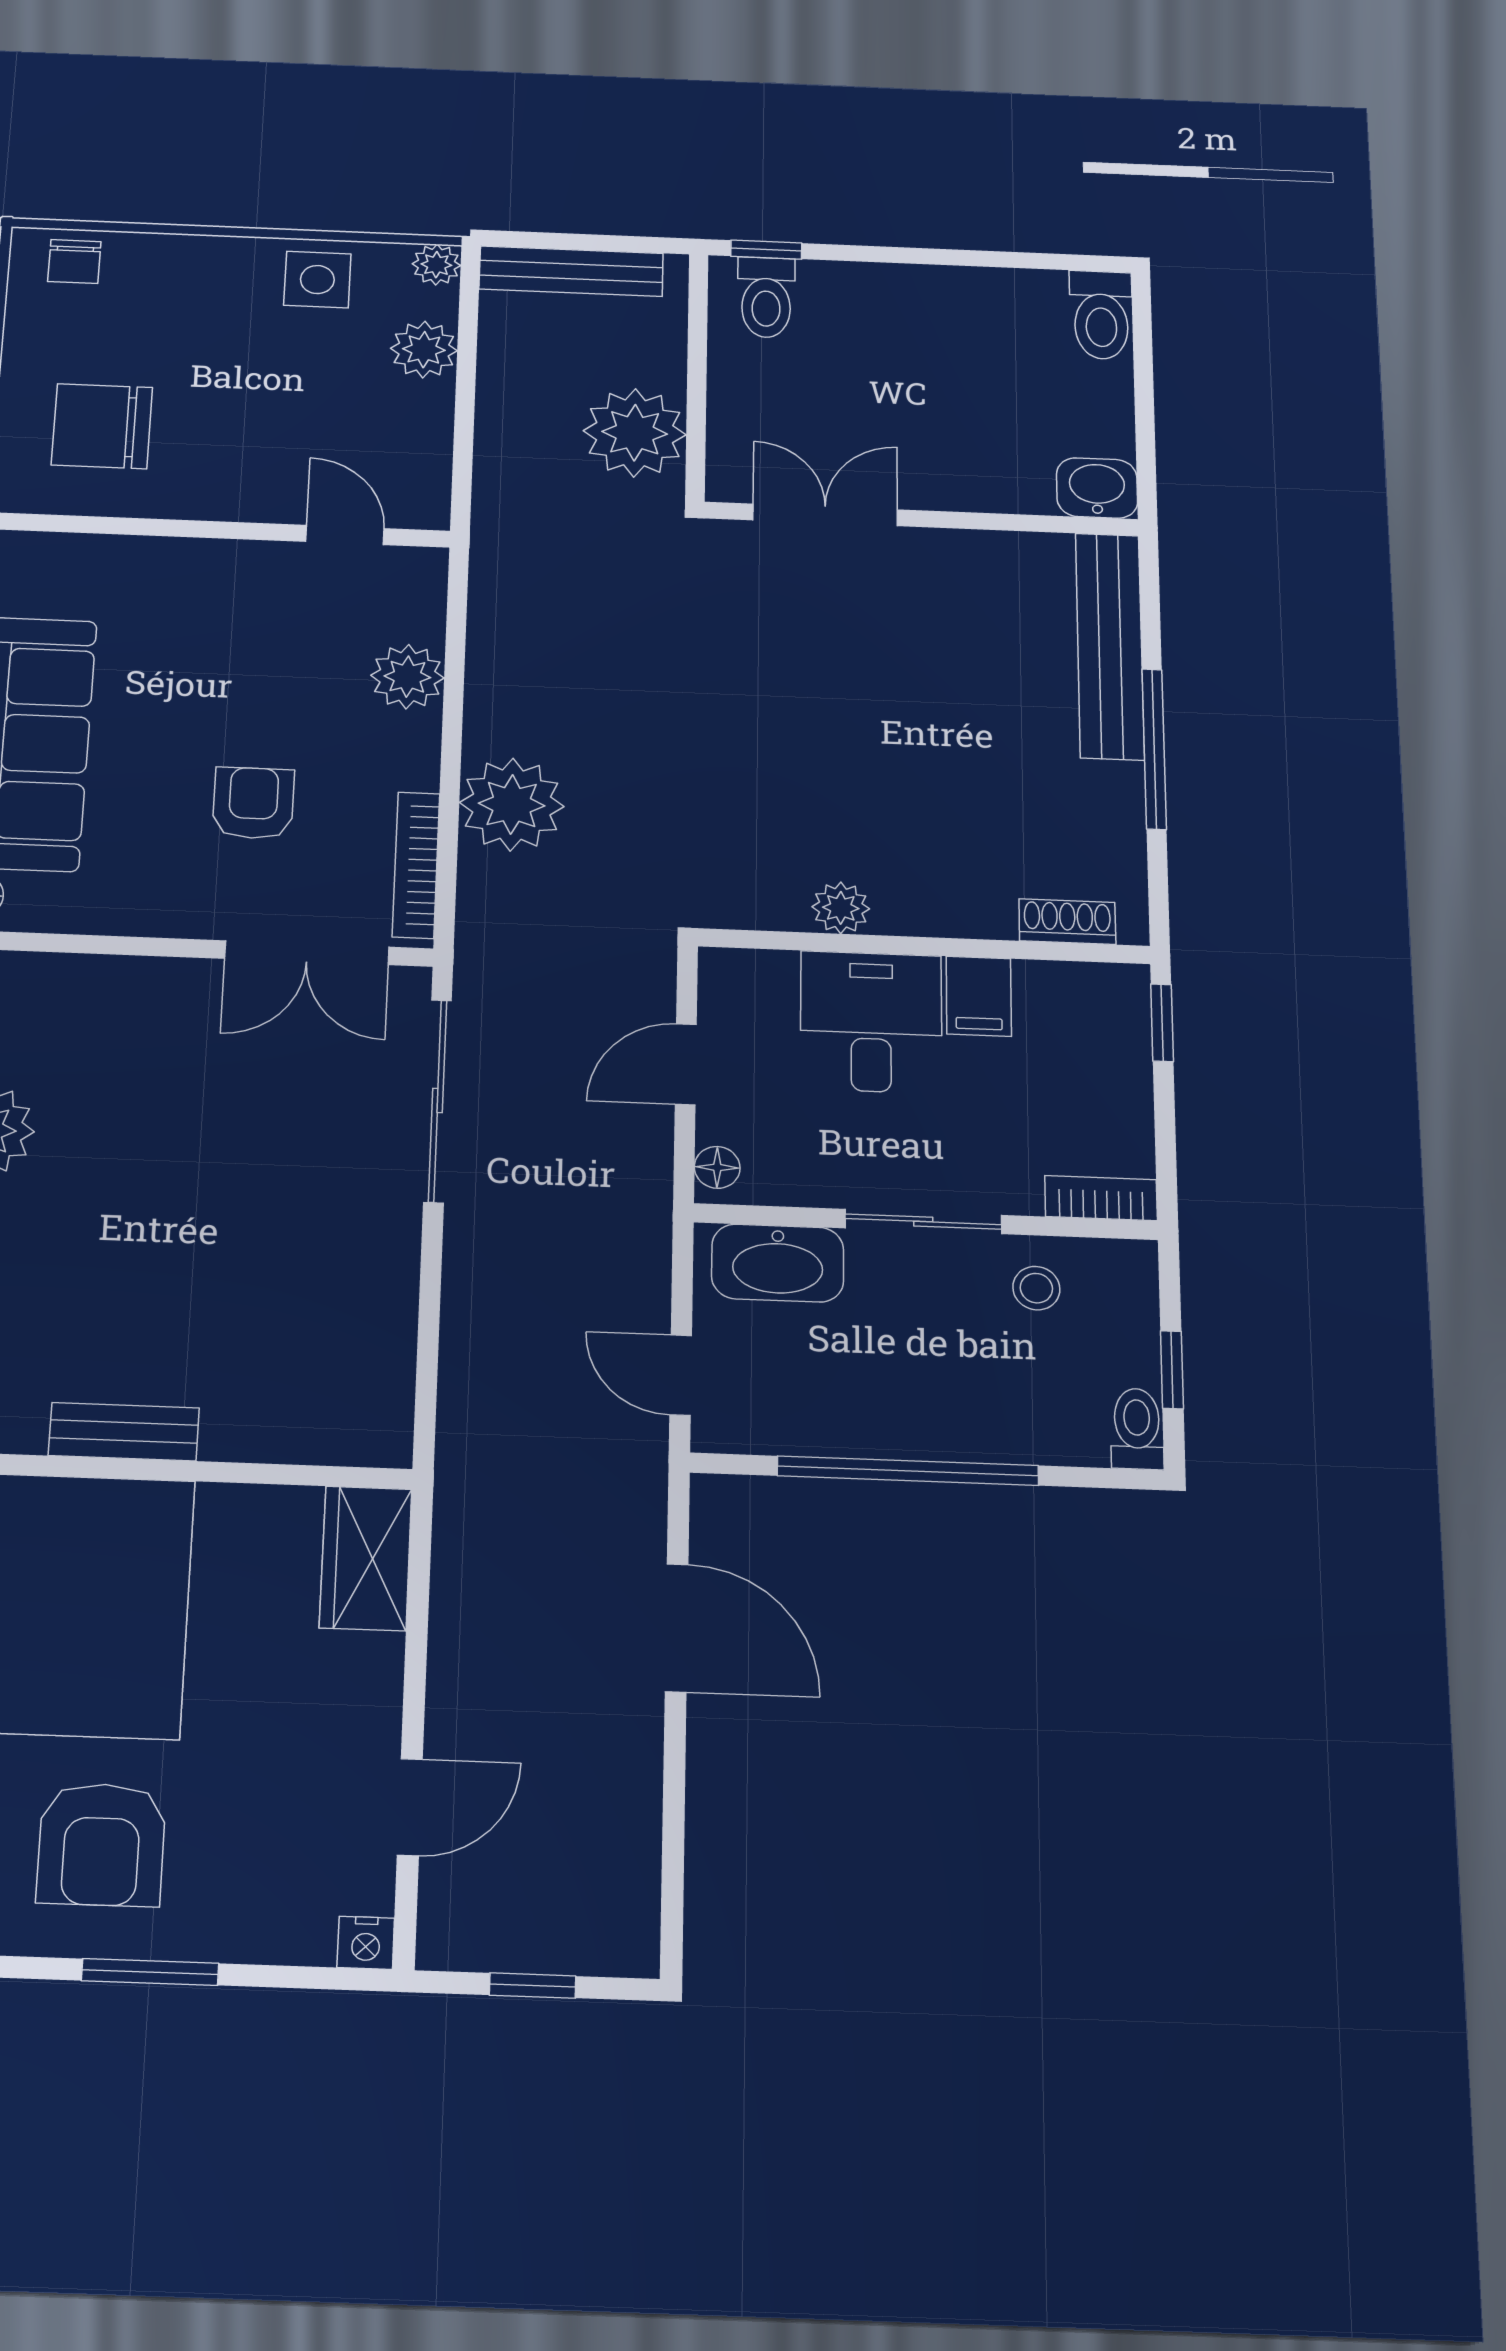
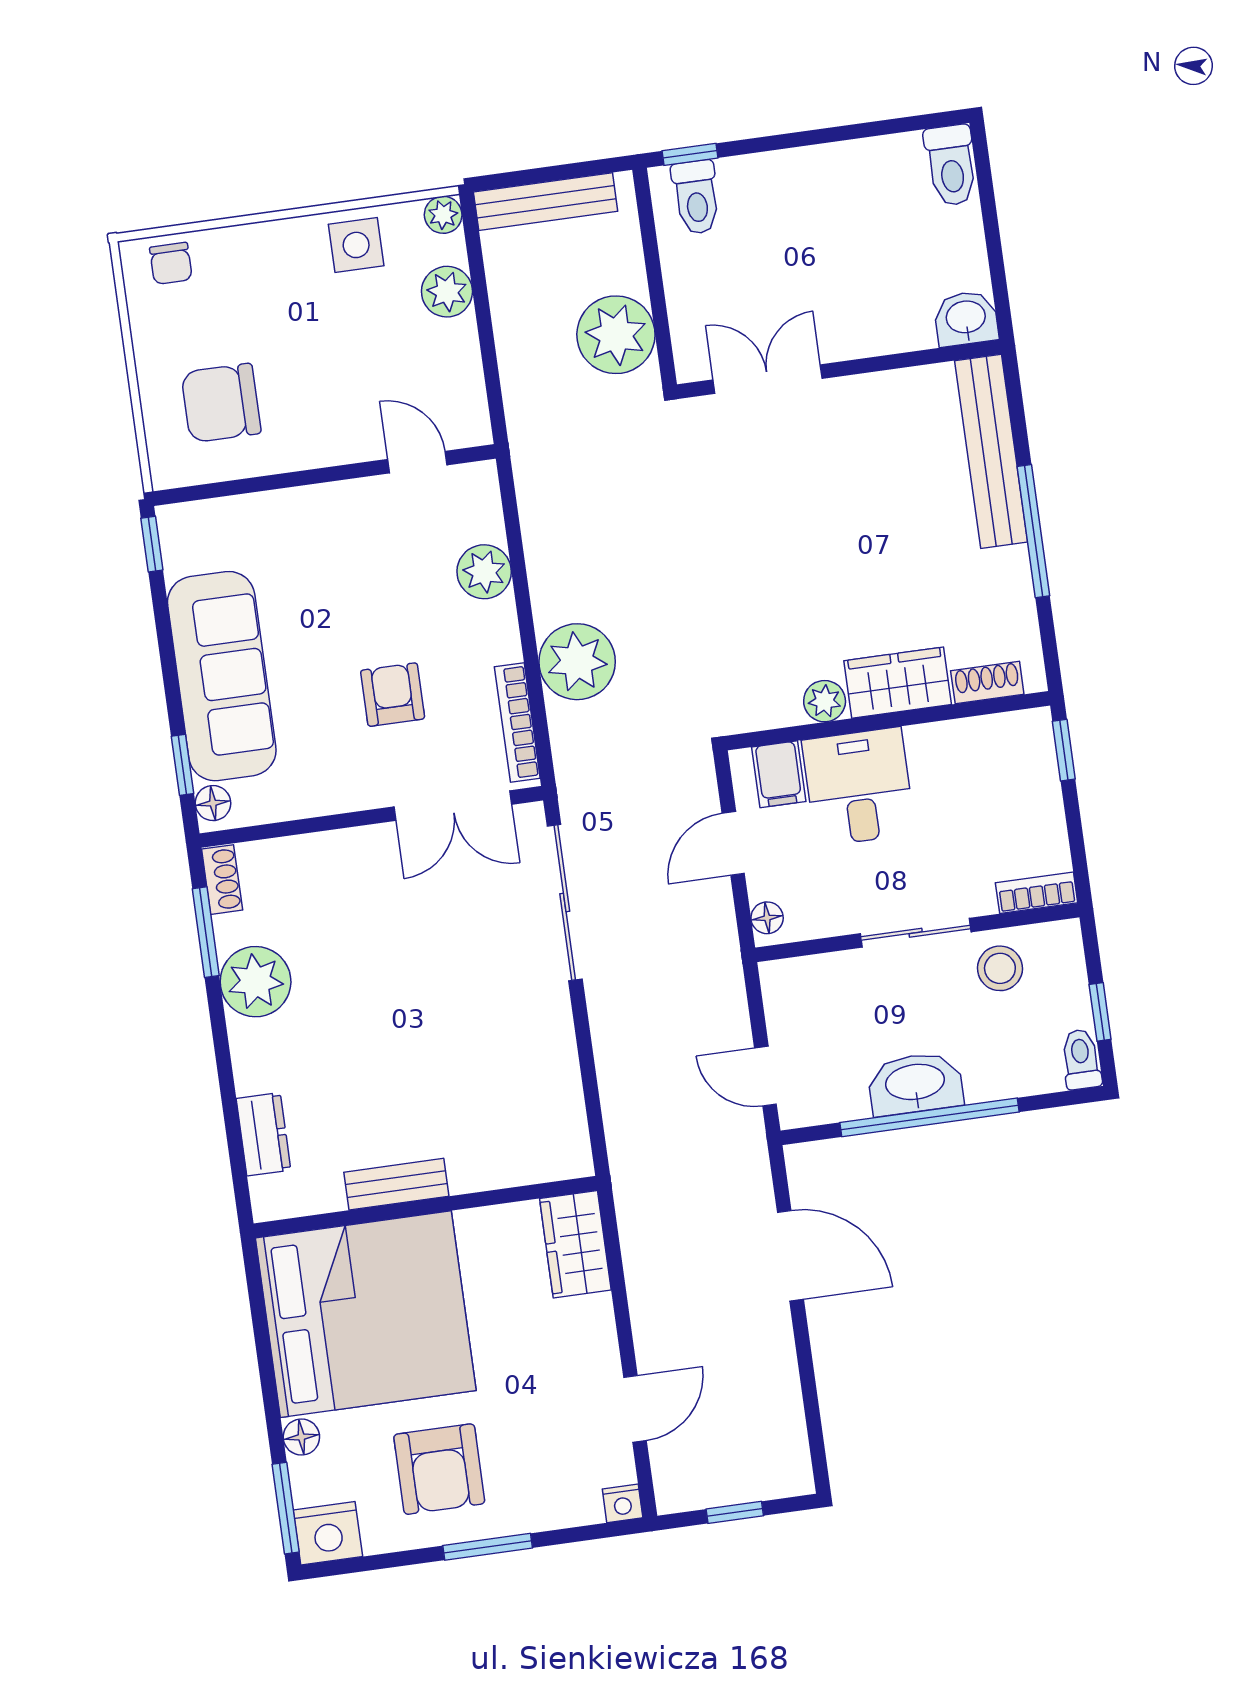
wardrobe: (944, 901) -> (898, 683), added
filing cabinet: (979, 996) -> (779, 774), moved
washbasin: (778, 1263) -> (915, 1084), moved, turned 180
stool: (1036, 1288) -> (1000, 968), width x1.37, depth x1.37

